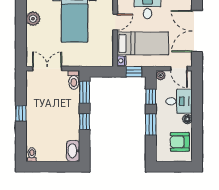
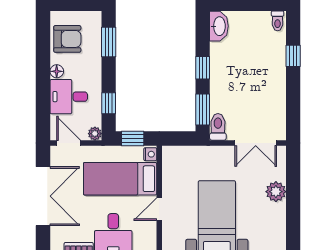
plant: (33, 19) -> (276, 192), moved
window: (21, 113) -> (293, 56), moved
window: (151, 125) -> (109, 42), moved

